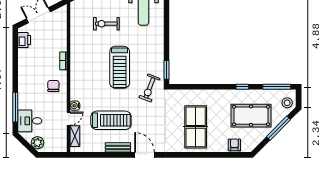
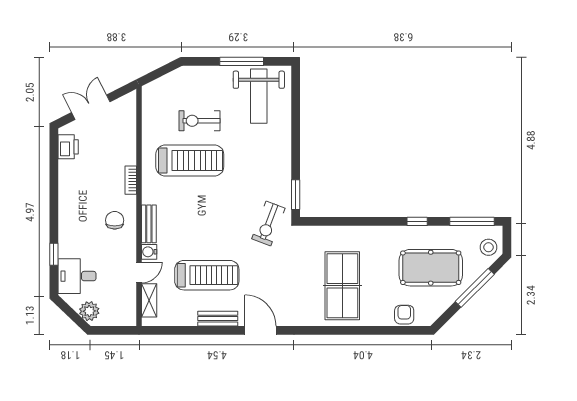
treadmill: (120, 67) -> (190, 160), moved, turned -90
bench: (75, 88) -> (149, 224), added
window: (15, 107) -> (54, 254), width x0.46

